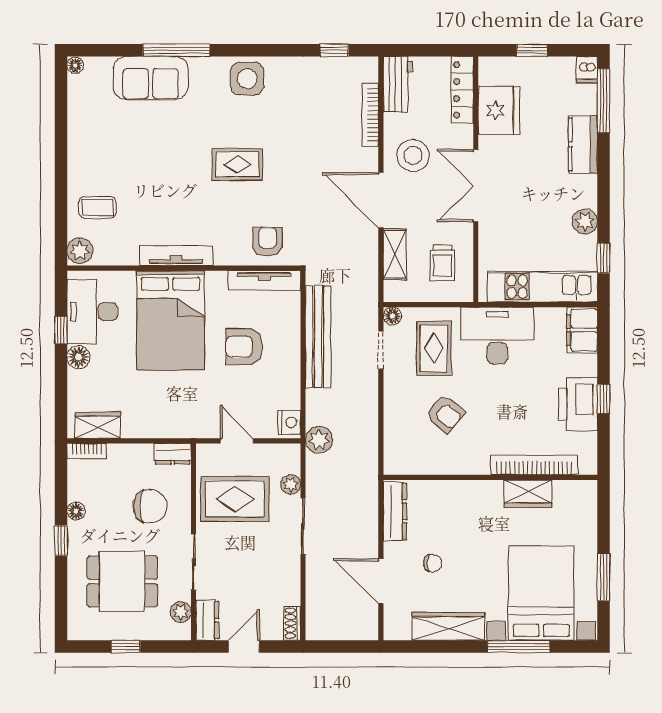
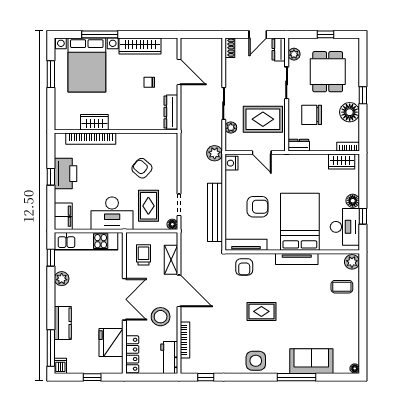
floor lamp: (76, 511) -> (350, 112), width x1.89, depth x1.89
dining table: (122, 582) -> (328, 72), turned 90

